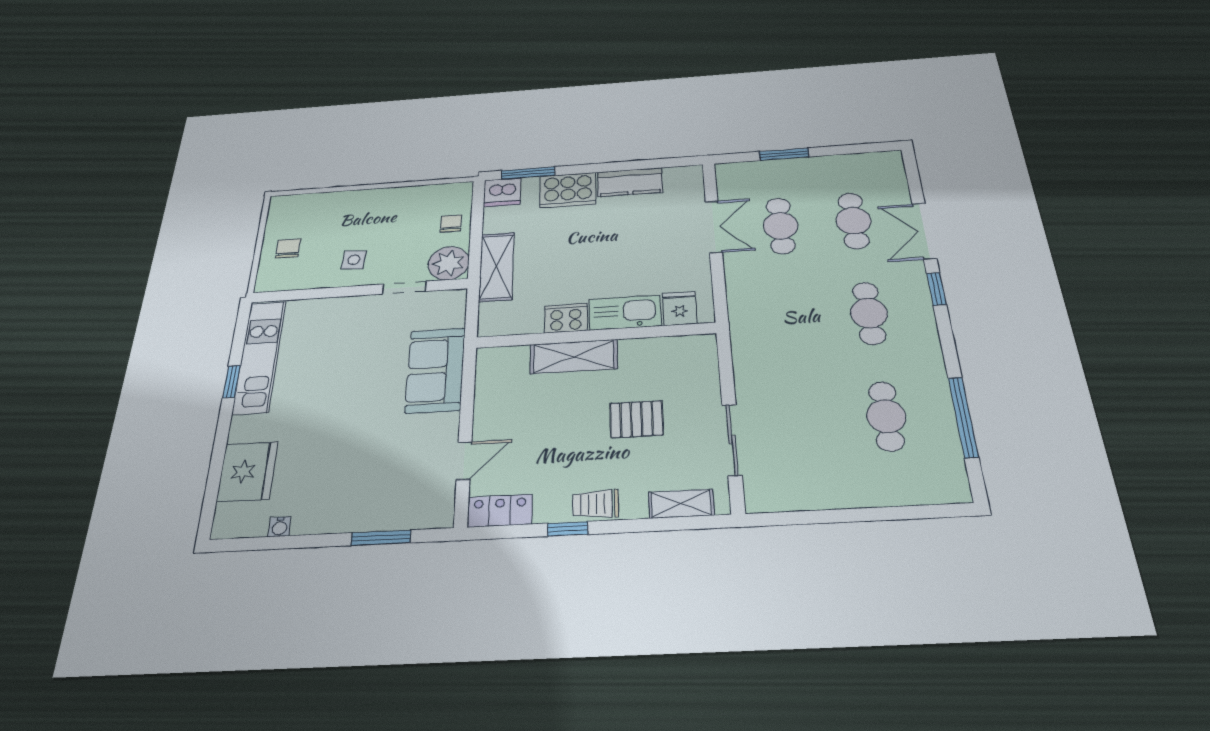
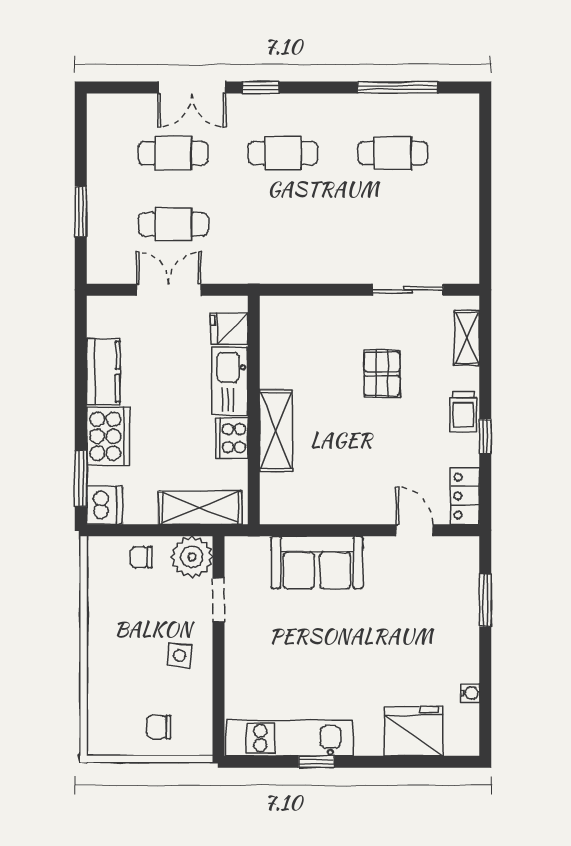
fridge: (680, 308) -> (229, 329), moved
kitchen sink: (625, 313) -> (230, 381), moved
cooker: (566, 318) -> (232, 438), moved
wall: (595, 335) -> (254, 410), moved
shelving: (574, 357) -> (276, 431), moved

